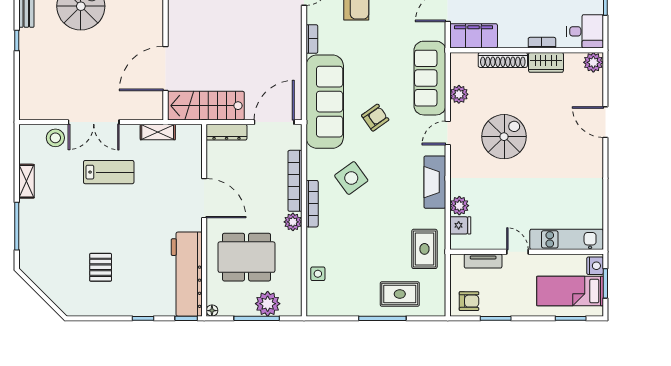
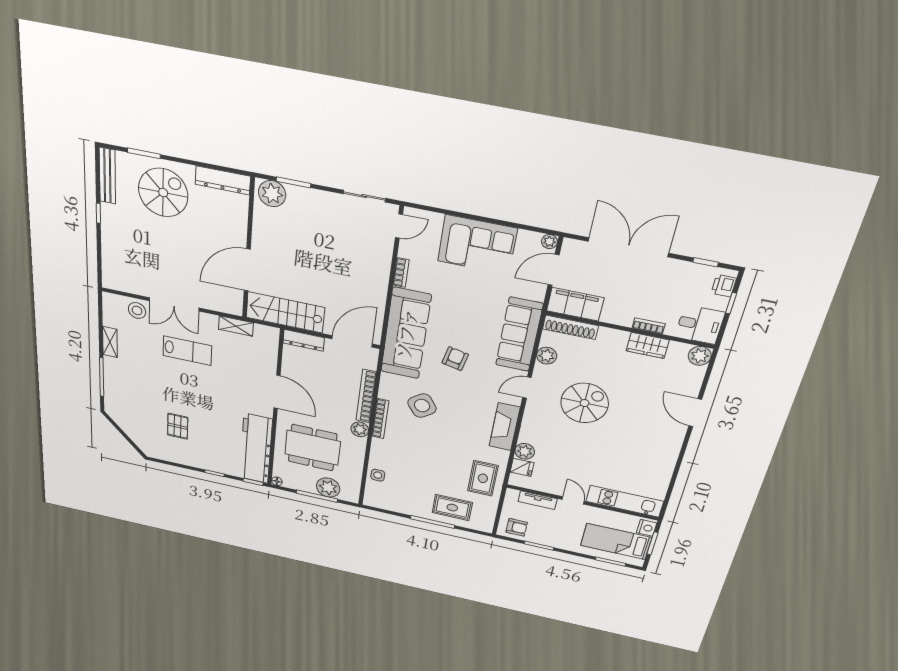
shoe rack: (503, 60) -> (570, 327), moved
armchair: (375, 118) -> (455, 359), turned -43

